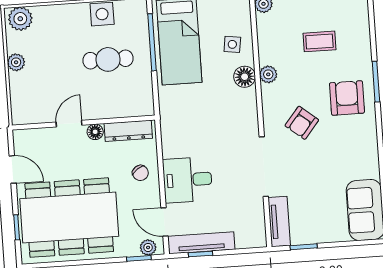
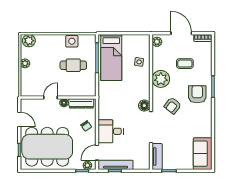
plant: (268, 74) -> (161, 79), width x1.88, depth x1.88
floor lamp: (245, 77) -> (144, 106), moved
door: (165, 222) -> (97, 153), hinge flipped

